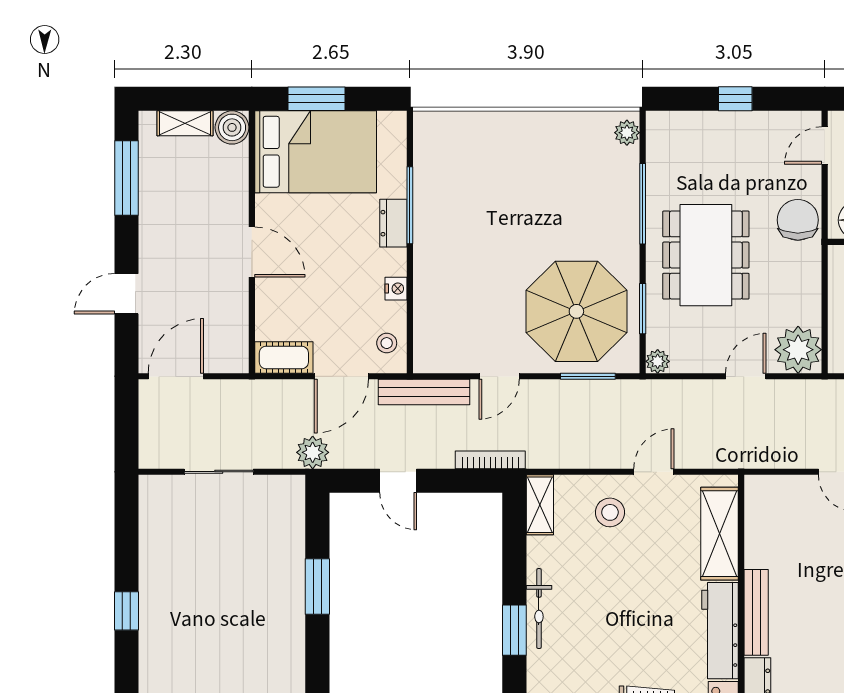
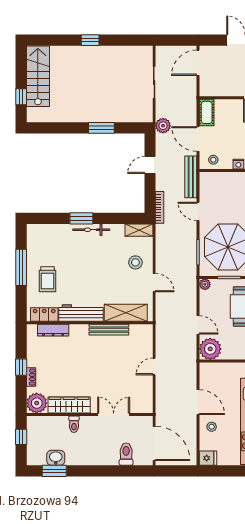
door: (176, 376) -> (198, 63), swing flipped
bench: (756, 612) -> (109, 330), moved

